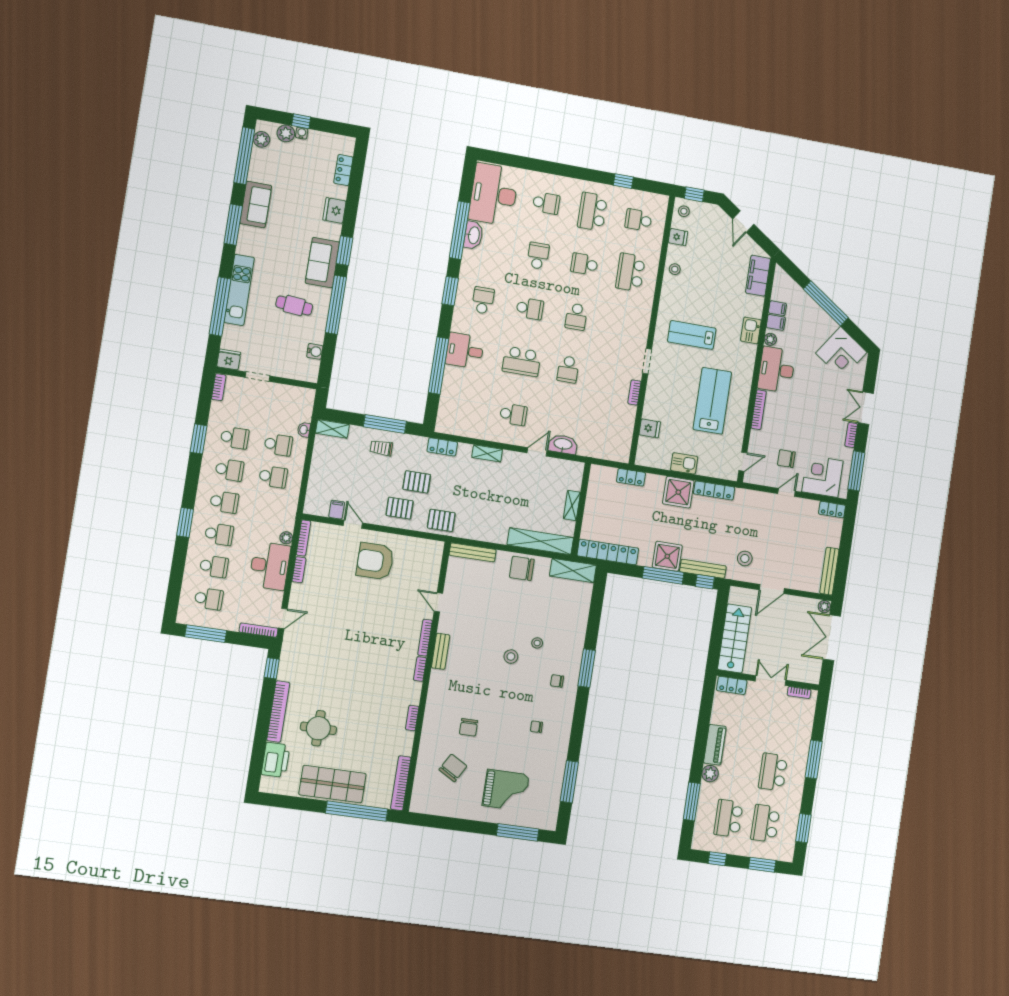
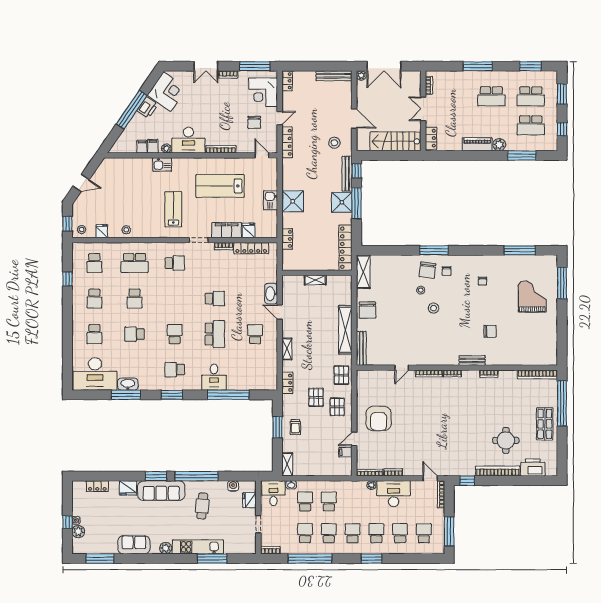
plant: (262, 139) -> (166, 548), moved
window: (244, 156) -> (100, 559), width x0.68
school desk: (546, 203) -> (94, 334), turned 180
school desk: (592, 212) -> (94, 299), width x0.54
window: (233, 225) -> (151, 559), removed
window: (460, 230) -> (126, 395), width x0.68
sofa: (322, 263) -> (161, 491), width x1.36
filing cabinet: (758, 276) -> (227, 230), moved, turned 180
window: (220, 306) -> (212, 559), width x0.68
school desk: (576, 317) -> (175, 263), moved
printer: (826, 324) -> (147, 107), added
lab bench: (692, 335) -> (173, 209), turned 180
fridge: (229, 360) -> (249, 500), moved
desk: (296, 404) -> (273, 493), added
window: (385, 424) -> (277, 427), width x0.69
locker: (626, 428) -> (251, 248), added
window: (199, 439) -> (310, 559), width x2.11
locker: (714, 490) -> (287, 142), moved
door: (787, 492) -> (280, 118), swing flipped
shelving: (540, 541) -> (345, 330), moved
bench: (441, 651) -> (472, 360), moved
chair: (453, 768) -> (427, 270), moved, turned -114
shop shelf: (332, 784) -> (545, 424), width x0.70, depth x0.74

